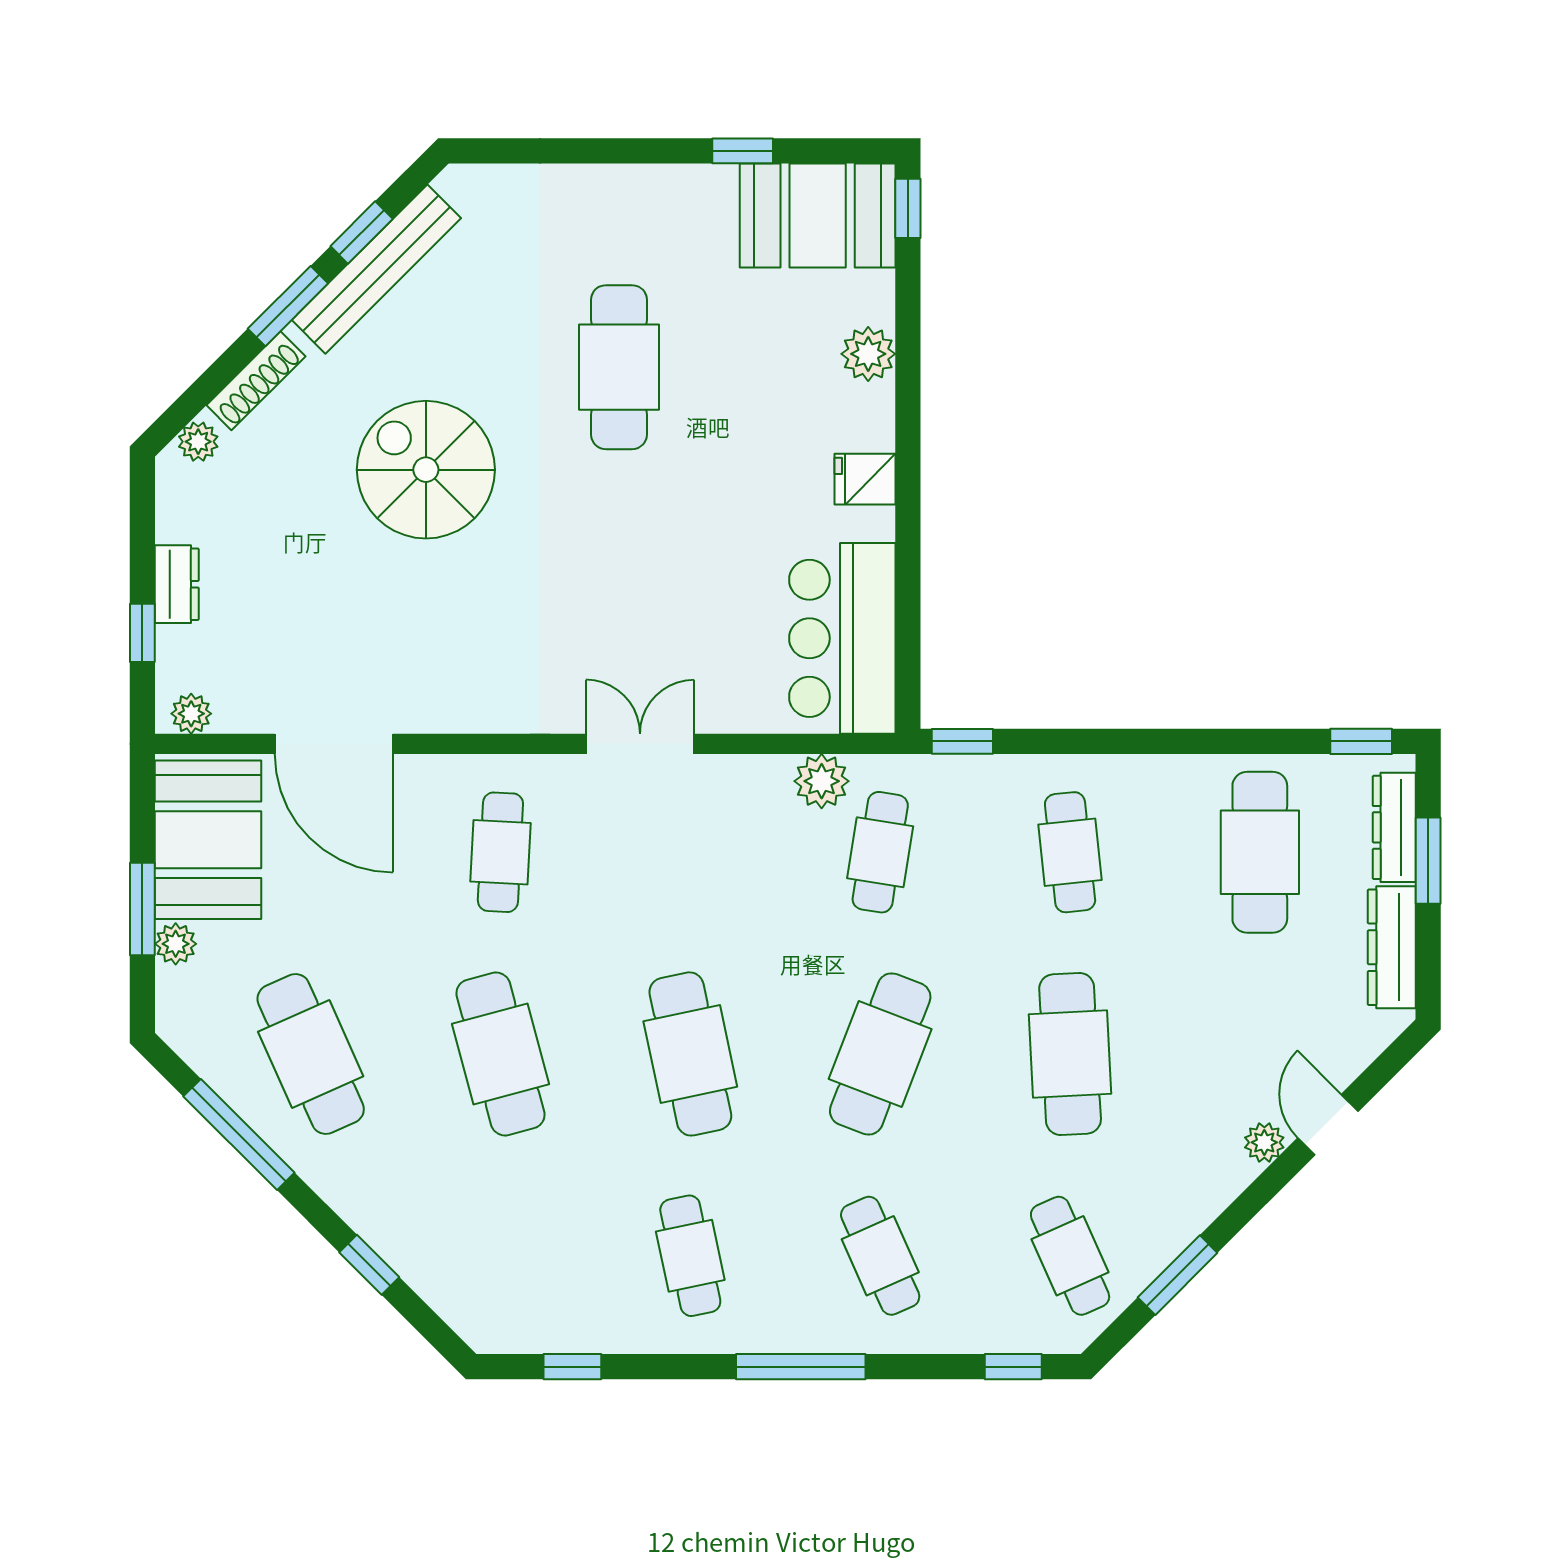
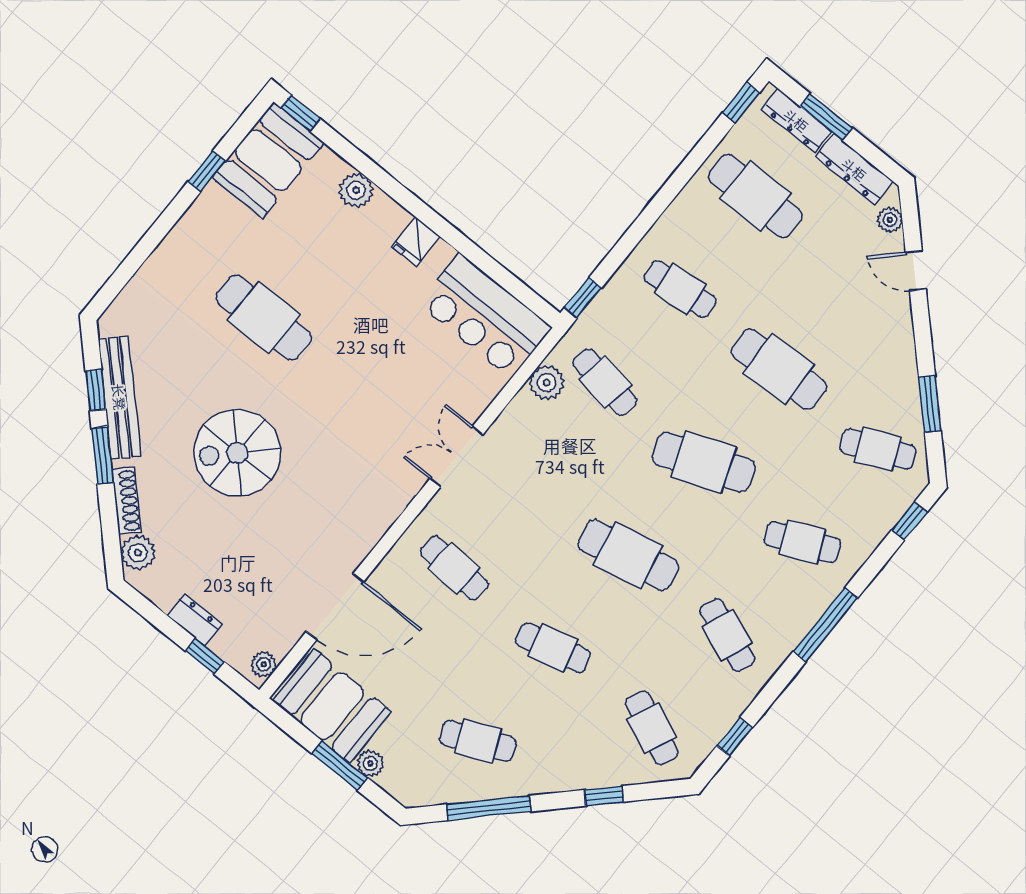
plant: (198, 442) -> (138, 553), width x1.38, depth x1.38
cafe table: (311, 1054) -> (478, 741), width x0.73, depth x0.74
cafe table: (500, 1054) -> (553, 648), width x0.73, depth x0.74
cafe table: (880, 1054) -> (704, 462), turned -42
plant: (1264, 1142) -> (890, 220), moved
cafe table: (500, 1256) -> (652, 728), added
cafe table: (690, 1256) -> (727, 635), turned 33

